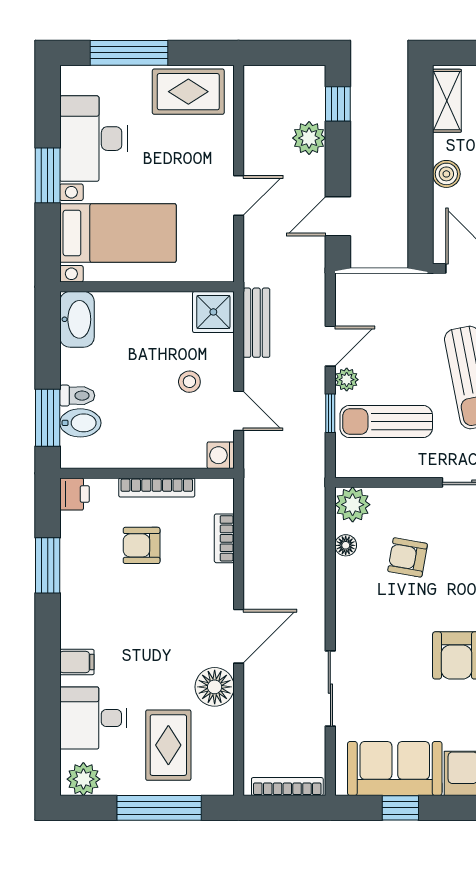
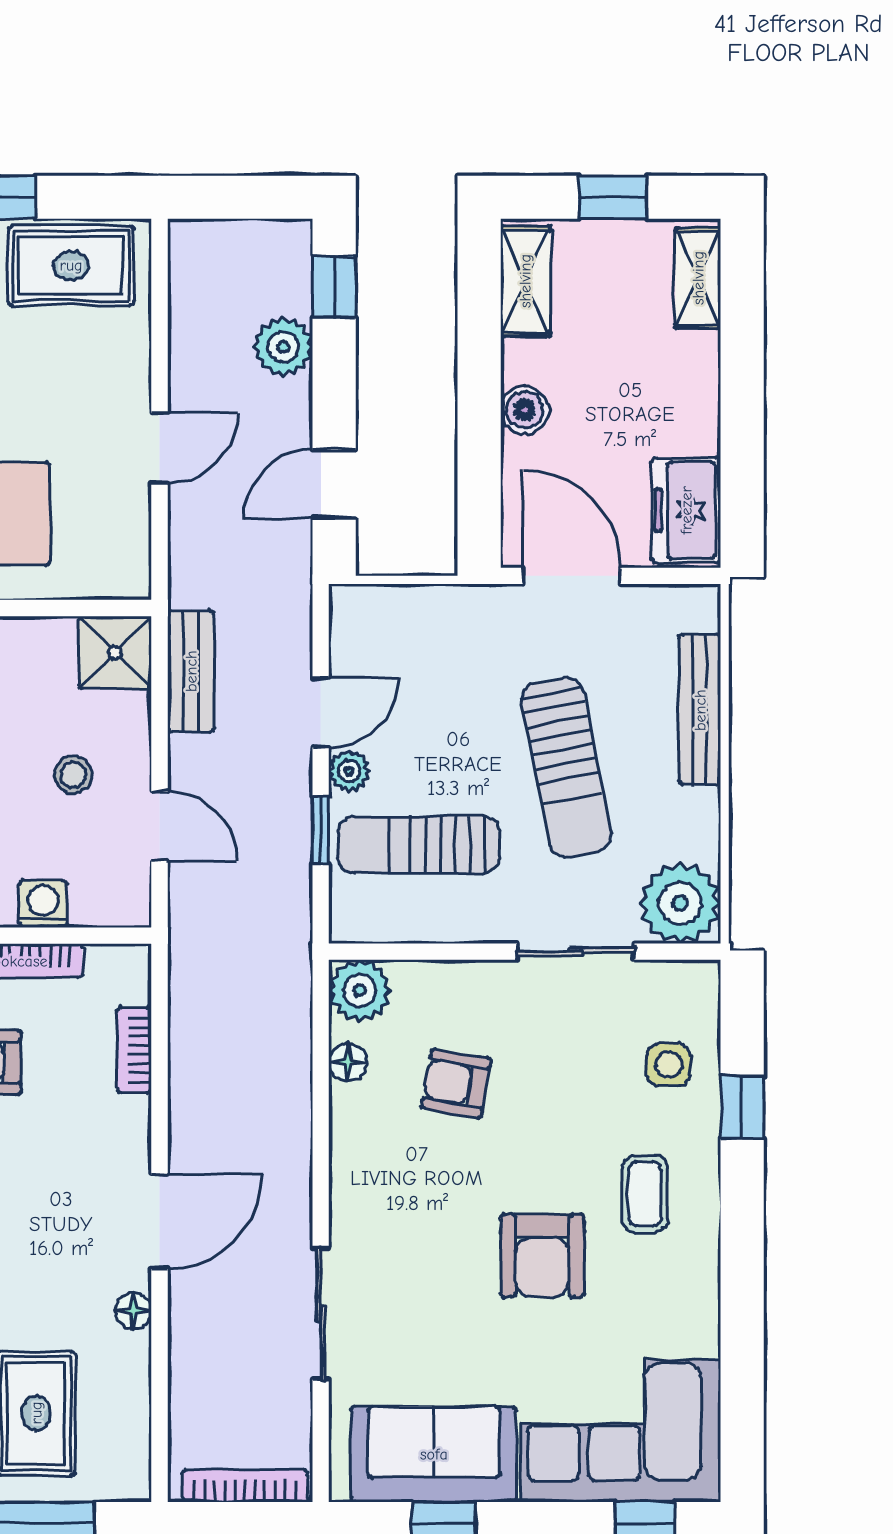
washing machine: (221, 455) -> (43, 904), moved, turned 90
floor lamp: (215, 687) -> (133, 1311), width x0.53, depth x0.53

